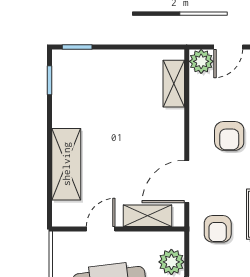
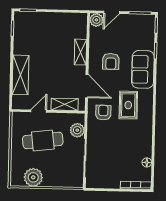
shelving: (174, 84) -> (80, 52), moved
door: (187, 182) -> (87, 86), swing flipped
armchair: (218, 229) -> (103, 113), turned 180

